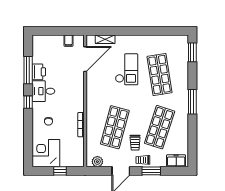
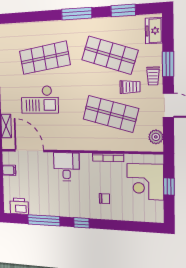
window: (192, 52) -> (123, 10), moved
checkout: (127, 69) -> (40, 100), turned 180
printer: (39, 72) -> (19, 206), moved
desk: (43, 91) -> (67, 167), moved, turned 180
corner desk: (46, 153) -> (145, 182), moved

